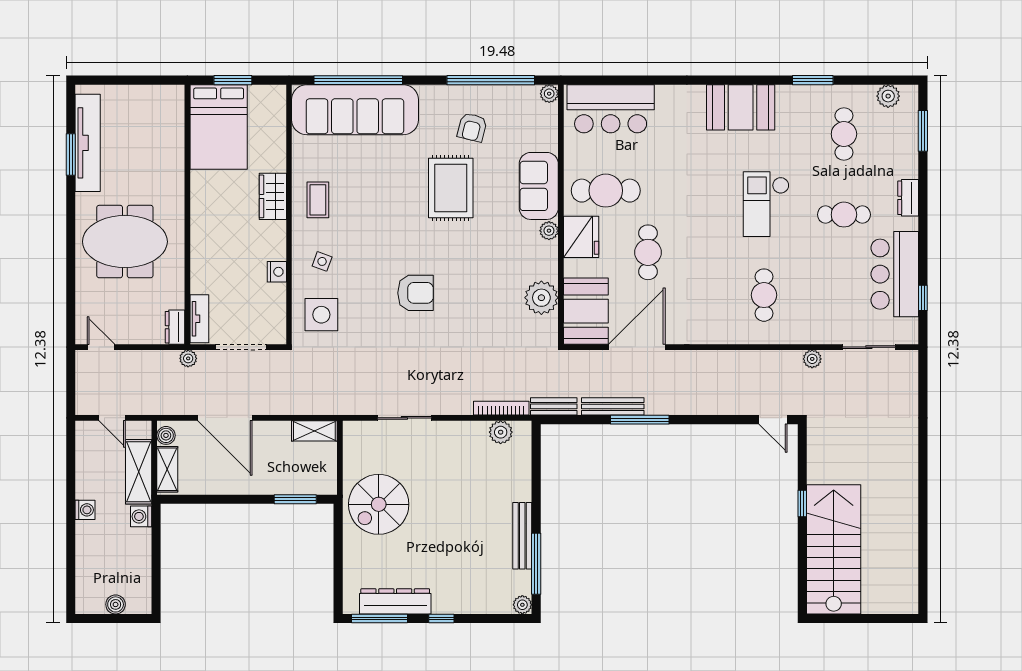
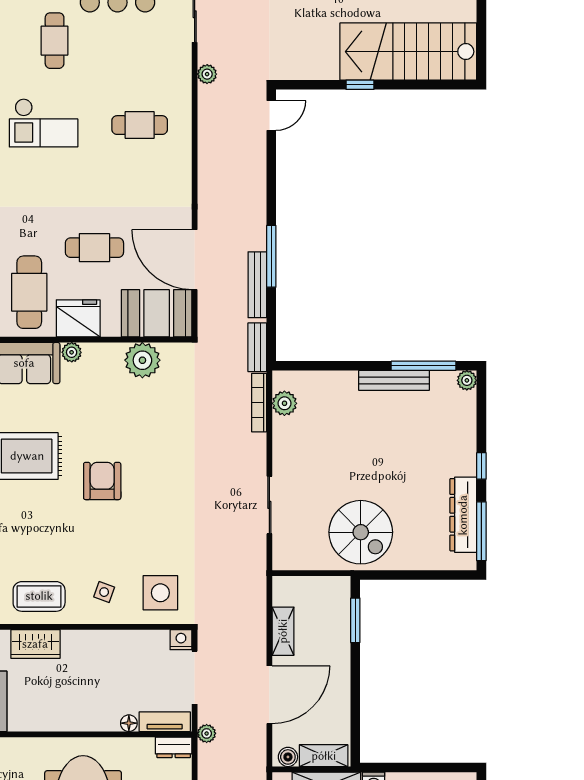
coffee table: (318, 200) -> (39, 596), width x1.36, depth x1.30
nightstand: (277, 272) -> (181, 640), moved
floor lamp: (198, 285) -> (129, 723), added
armchair: (416, 293) -> (102, 481), moved
shelving: (314, 431) -> (283, 631), moved

